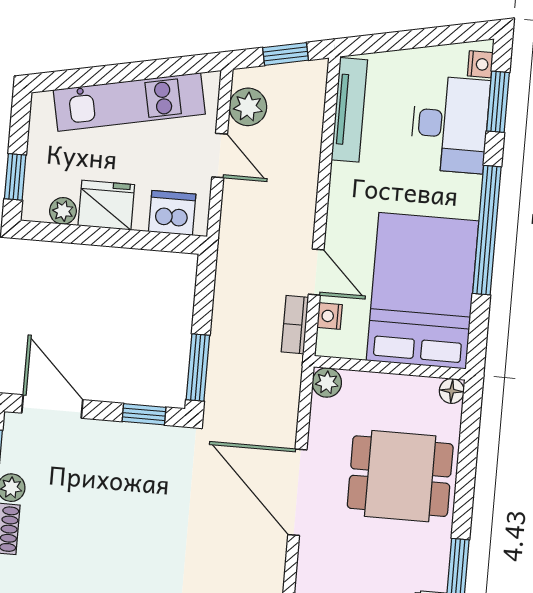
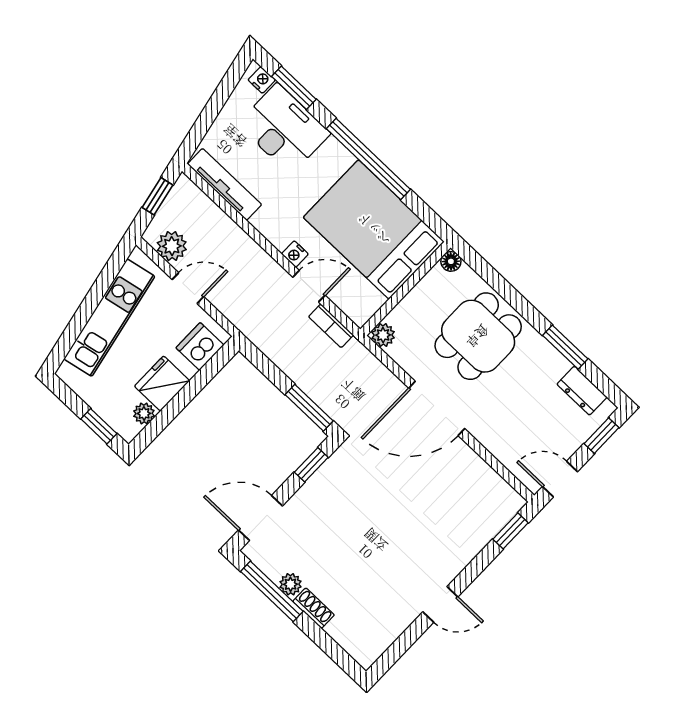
nightstand: (330, 316) -> (295, 254), moved

